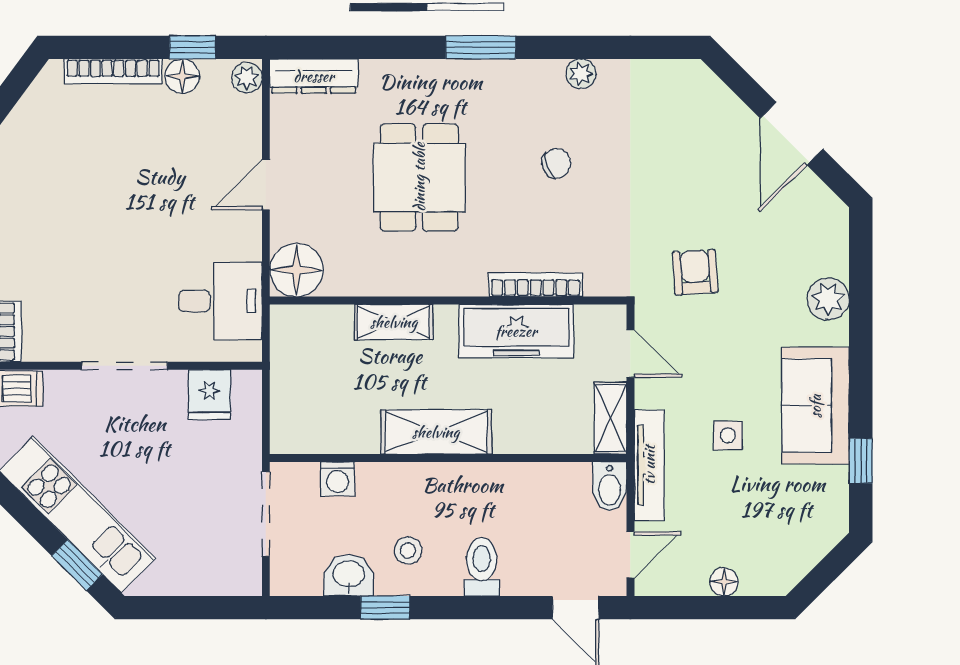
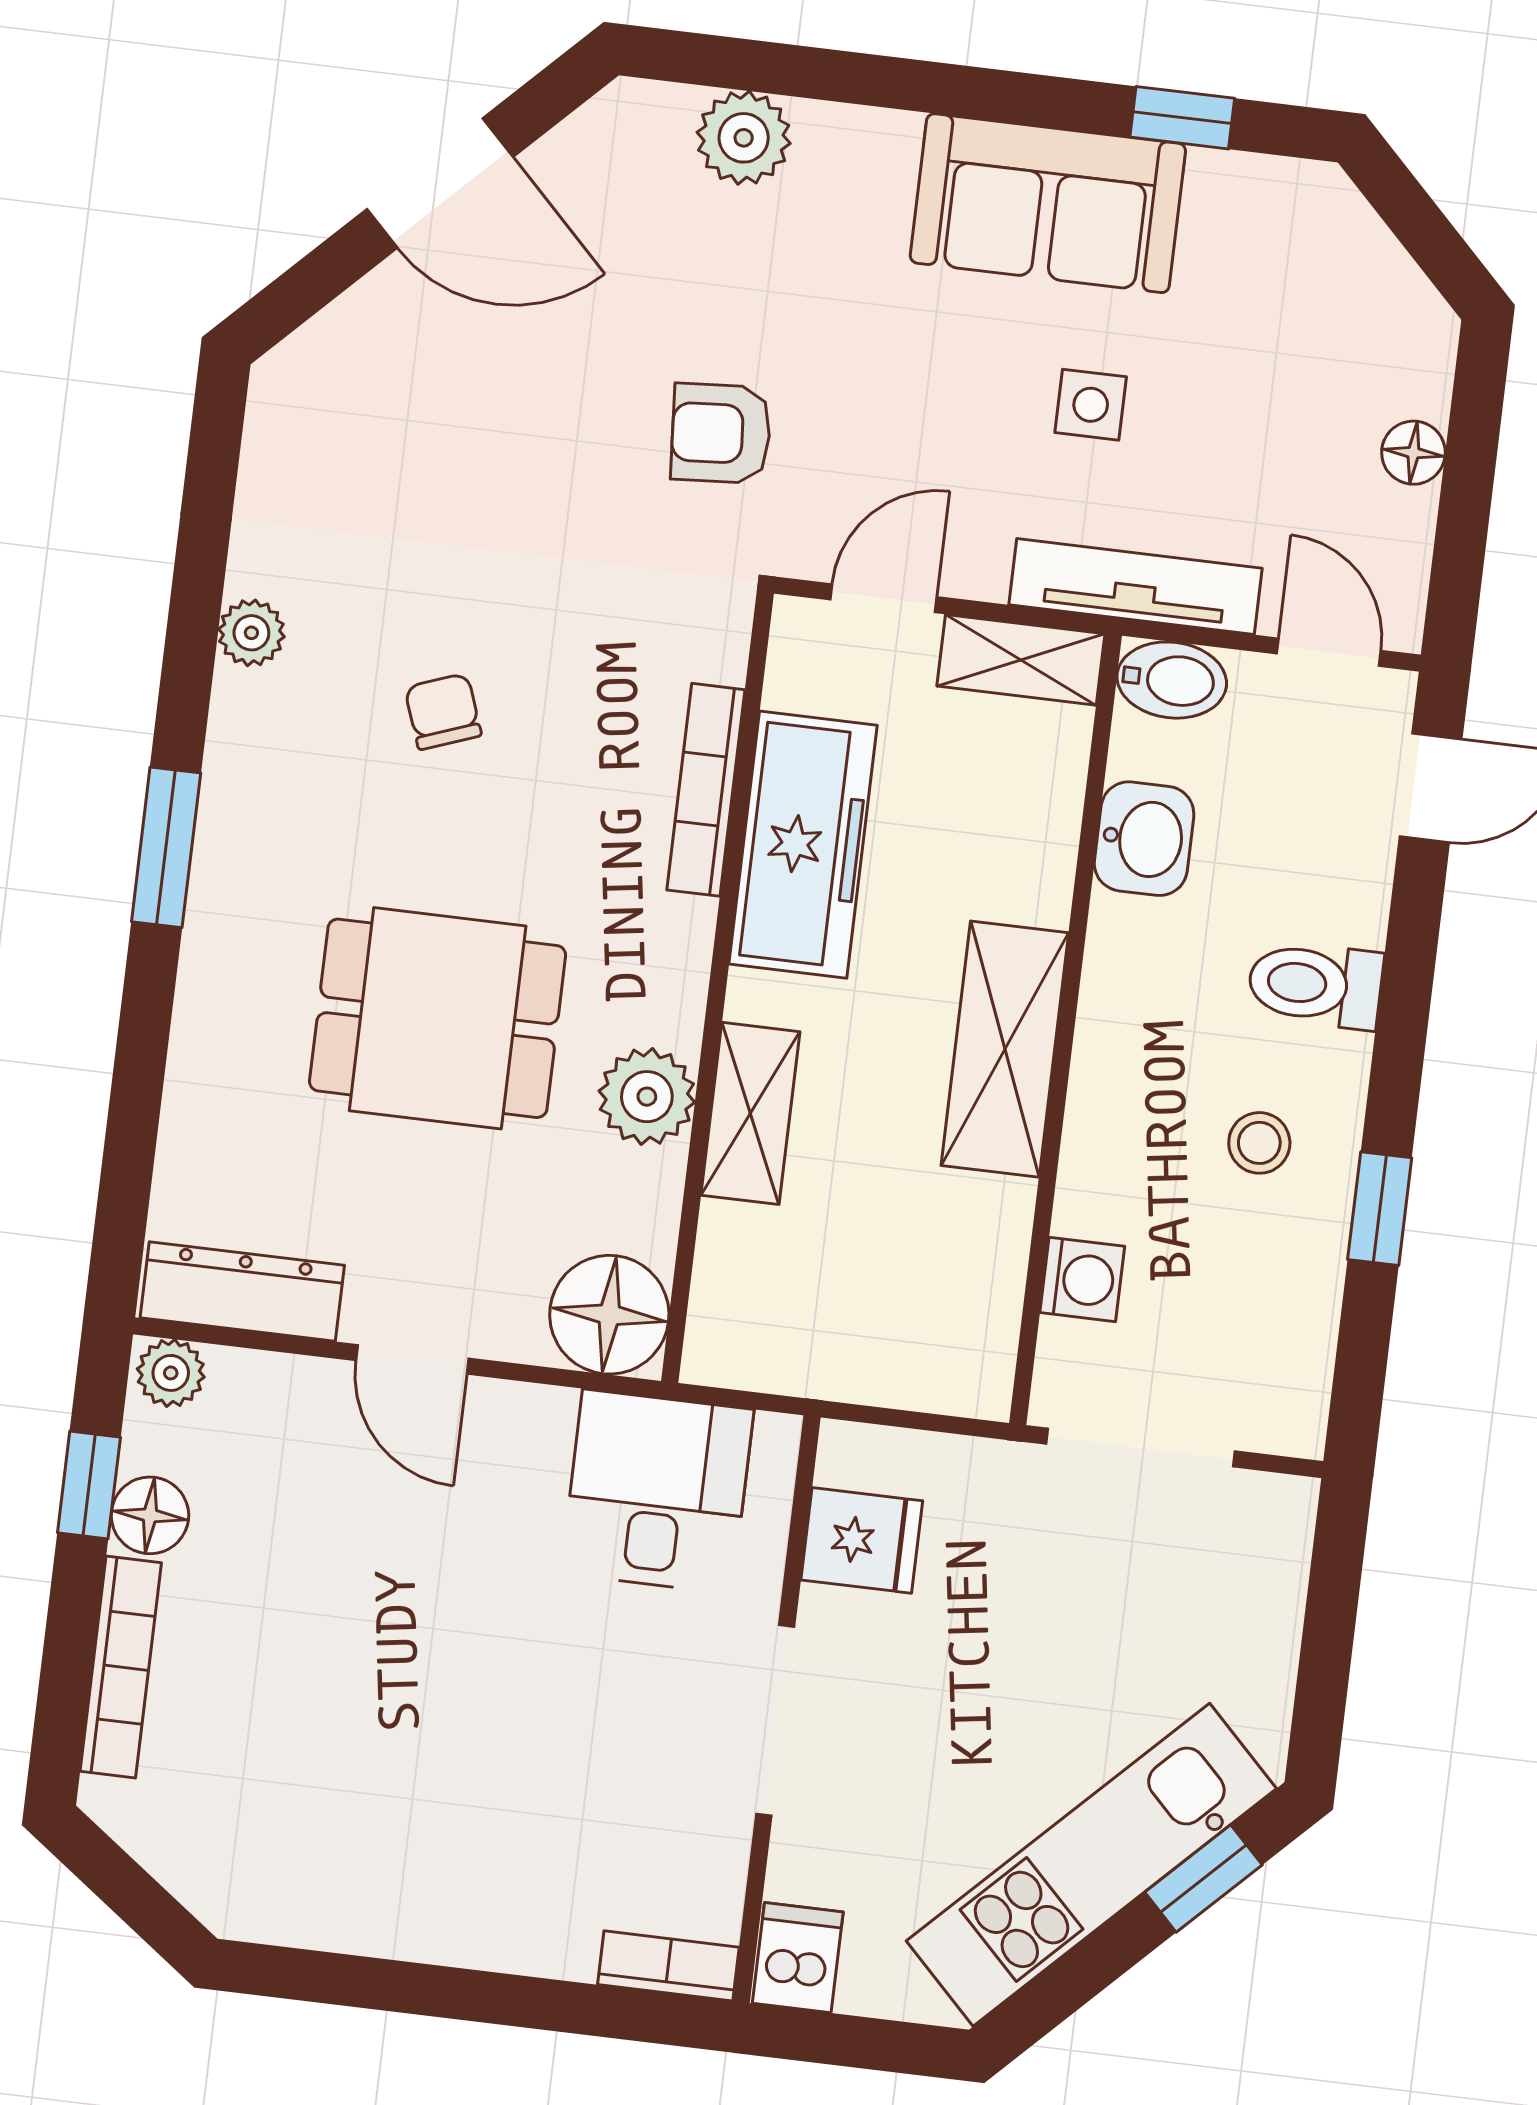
dresser: (314, 76) -> (242, 1292), moved, turned -90
plant: (396, 275) -> (647, 1097), added
plant: (828, 299) -> (744, 138), moved
washbasin: (349, 575) -> (1144, 839), moved, turned 180

